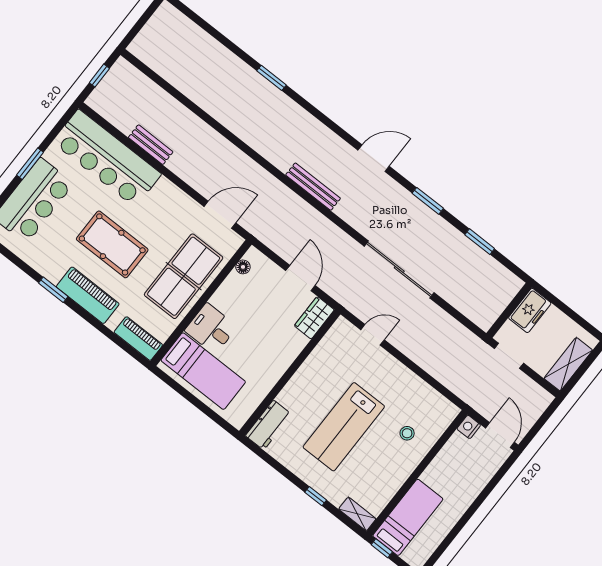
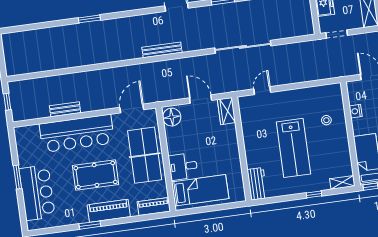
bar counter: (107, 158) -> (77, 133), moved
floor lamp: (243, 267) -> (172, 117), width x1.89, depth x1.89
nightstand: (469, 427) -> (356, 111), moved

